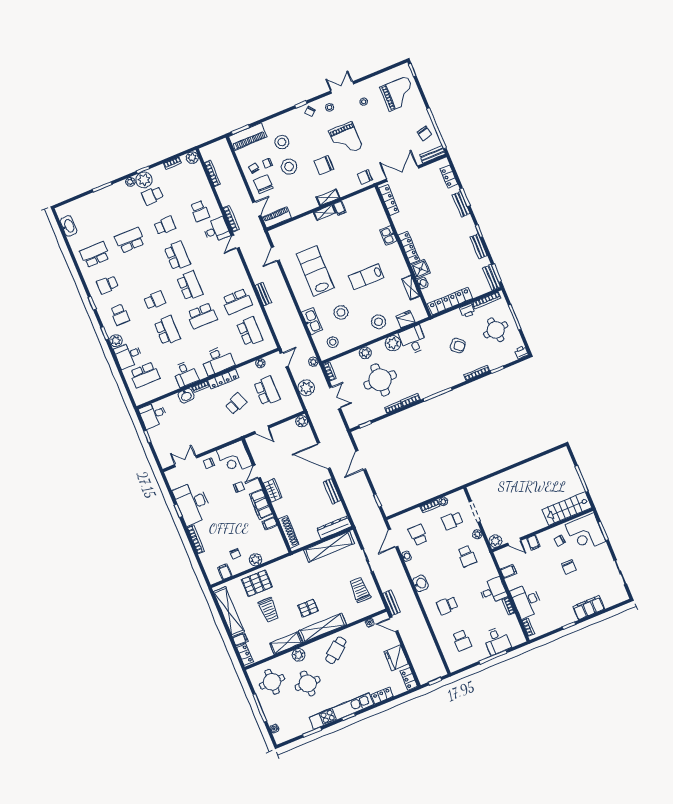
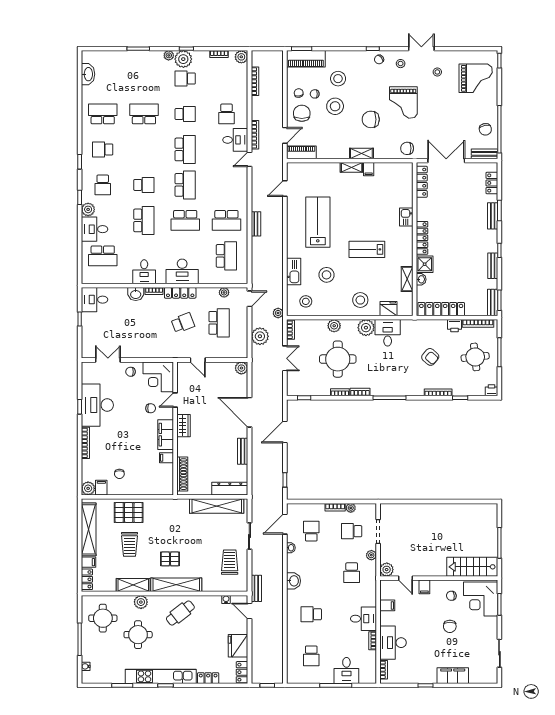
plant: (256, 560) -> (88, 488), moved

